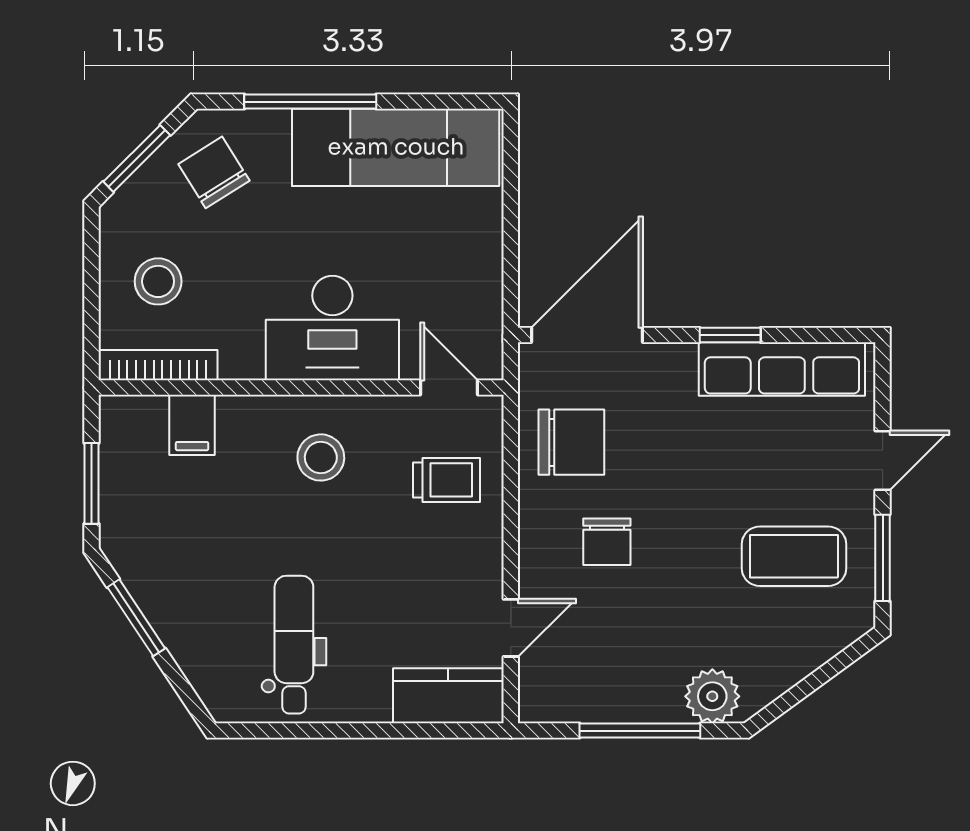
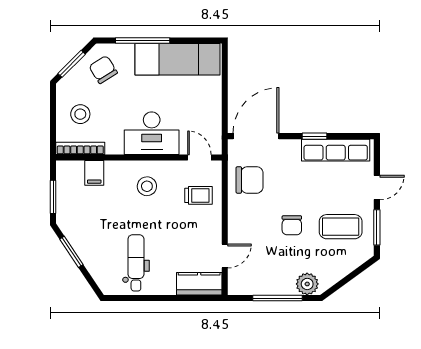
chair: (607, 542) -> (292, 225), moved

